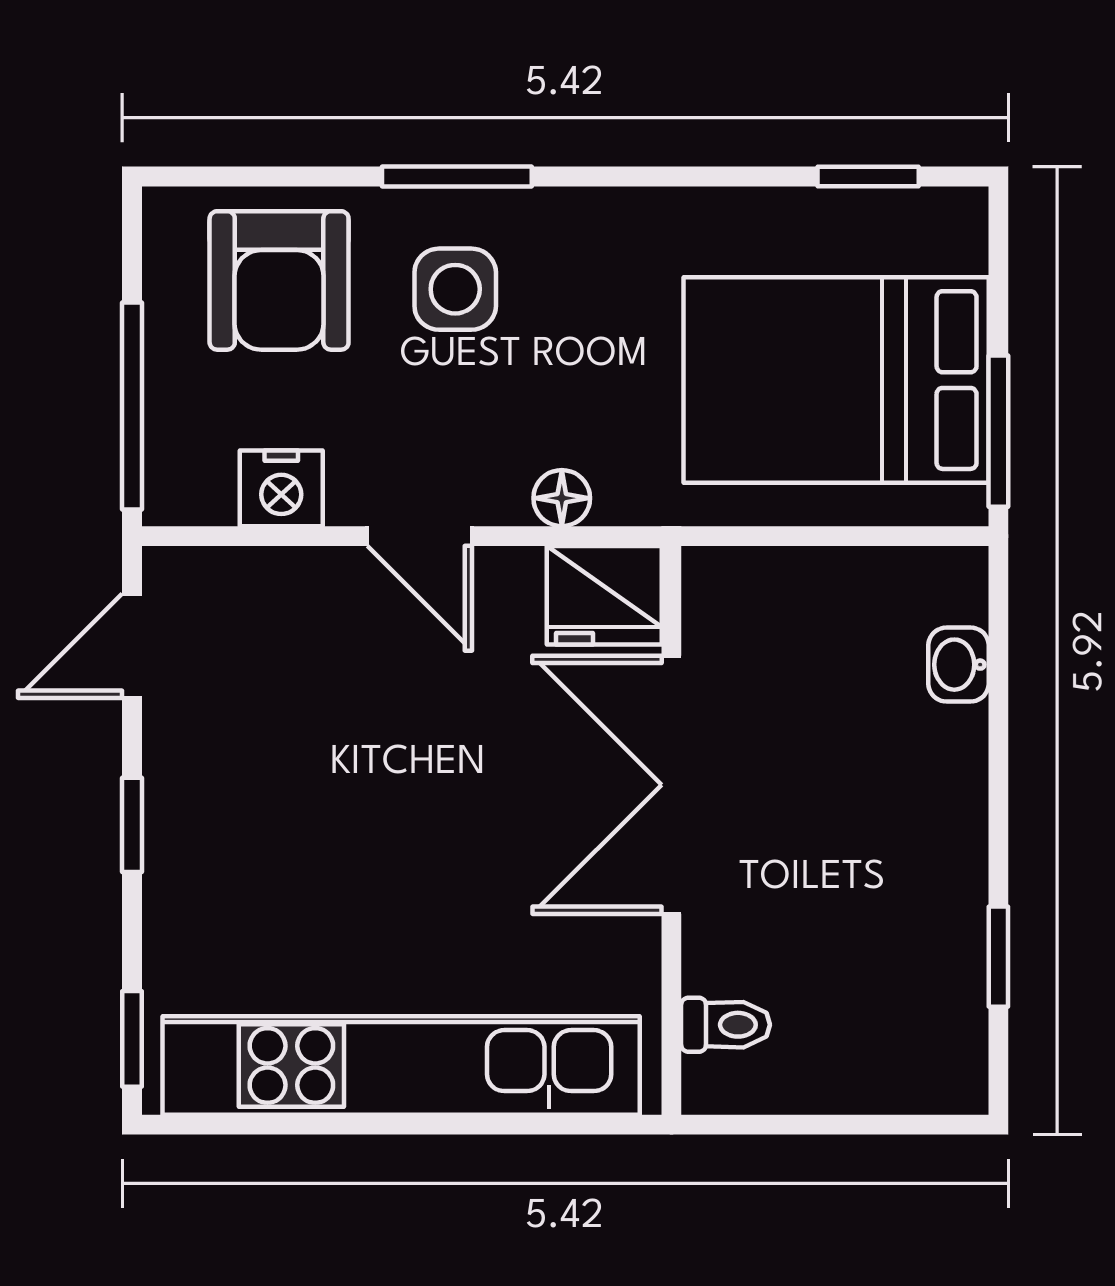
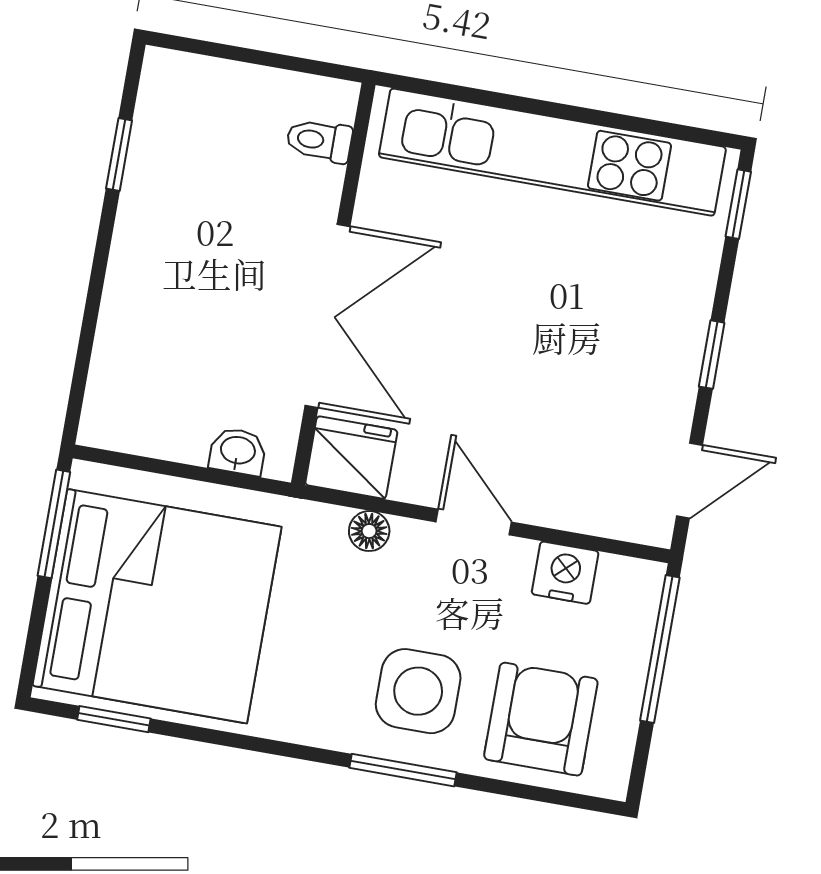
side table: (455, 289) -> (418, 691), width x1.37, depth x1.37
bed: (836, 380) -> (157, 606), width x1.36
washbasin: (959, 665) -> (238, 451), moved, turned -90

